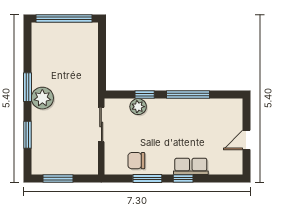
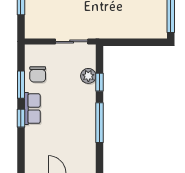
chair: (136, 161) -> (38, 74), turned 180
row of seats: (191, 166) -> (32, 109), moved

